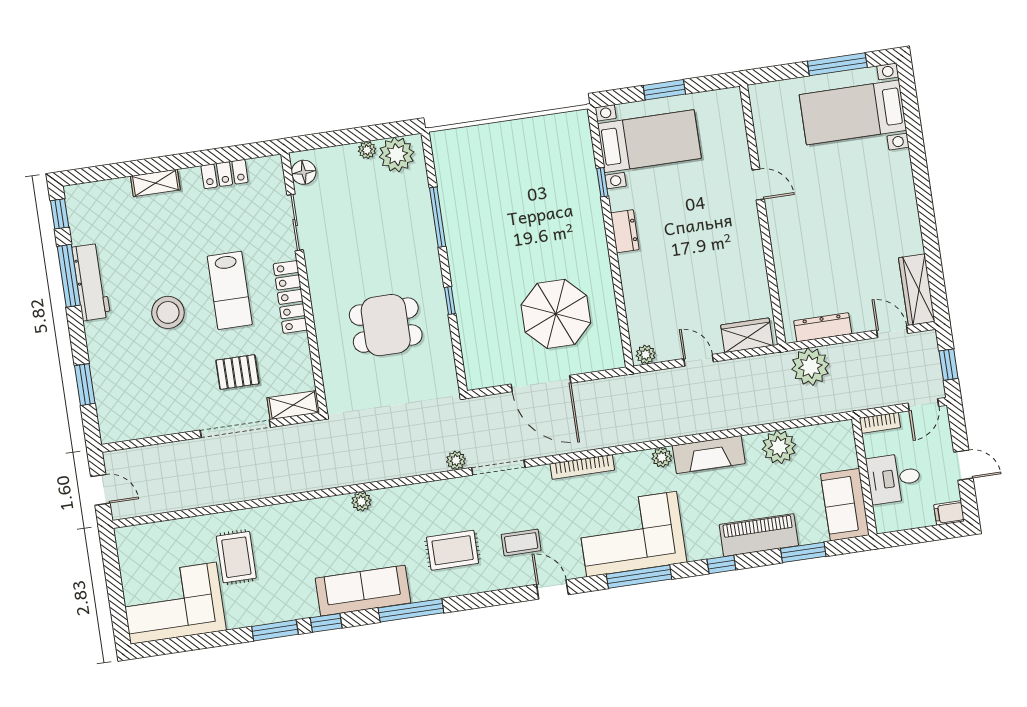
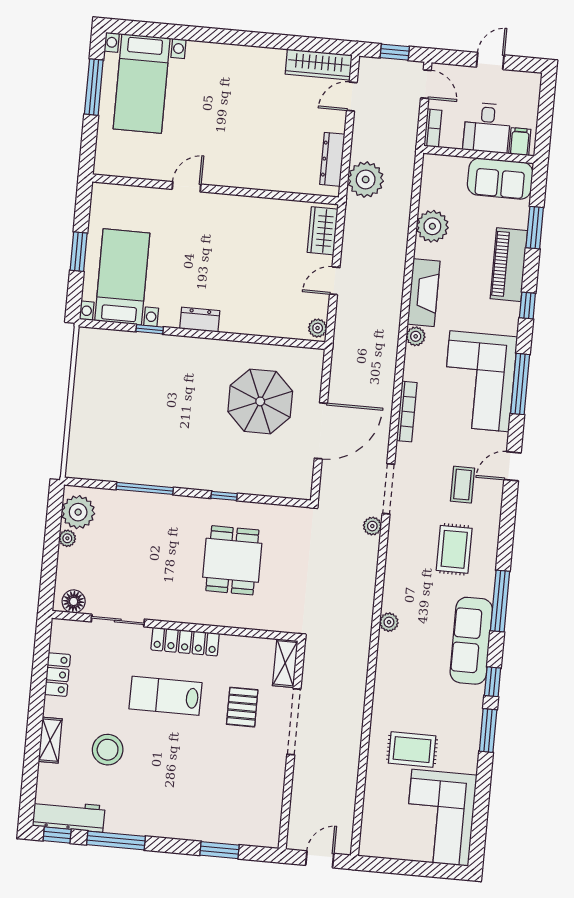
workbench: (91, 282) -> (69, 816), moved
lab bench: (230, 290) -> (166, 696), turned 180
stool: (168, 312) -> (108, 750), moved
filing cabinet: (949, 513) -> (520, 142), moved, turned 180

